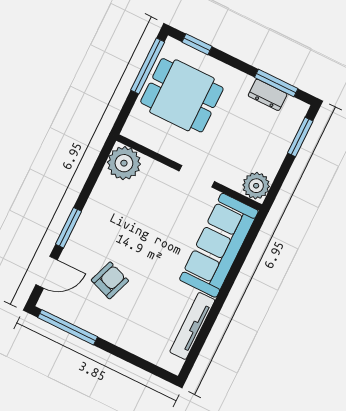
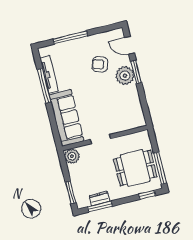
plant: (124, 163) -> (125, 76), moved
door: (47, 272) -> (130, 45), hinge flipped
armchair: (110, 280) -> (100, 64), turned 87
window: (212, 316) -> (44, 86), added
window: (68, 327) -> (70, 37), moved

